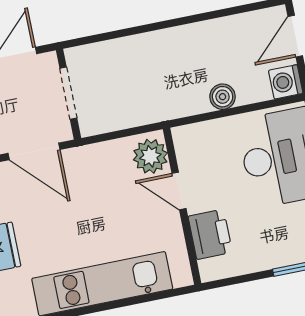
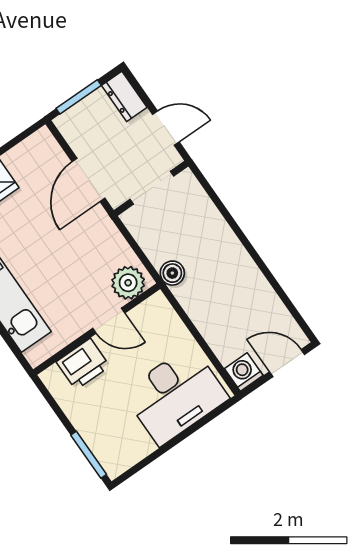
boiler: (223, 97) -> (172, 273), moved
door: (179, 191) -> (109, 321), swing flipped

